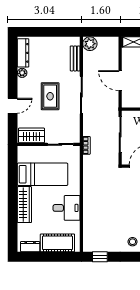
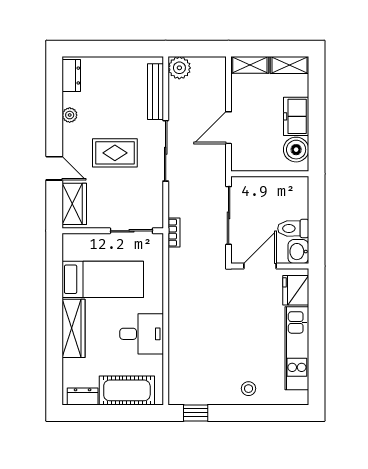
dresser: (23, 53) -> (71, 76), width x0.70
bench: (75, 58) -> (156, 92), width x1.36
door: (120, 81) -> (229, 128), hinge flipped
rug: (50, 96) -> (115, 153), turned 90
door: (13, 106) -> (54, 168), hinge flipped
wardrobe: (31, 135) -> (74, 204), moved, turned 90

